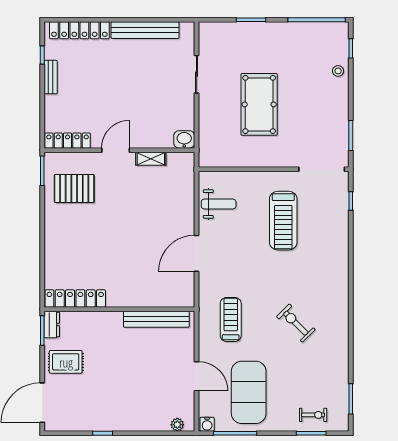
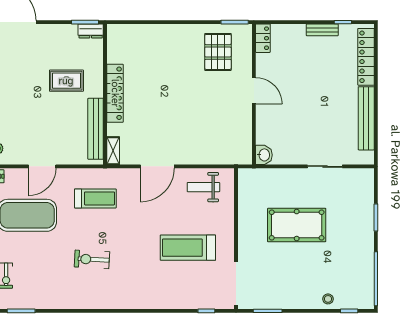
locker: (68, 141) -> (263, 38), width x0.66
shelving: (151, 159) -> (113, 151), moved
weight bench: (219, 204) -> (203, 187), turned 90
door: (197, 253) -> (157, 166), swing flipped
locker: (75, 298) -> (115, 93), moved
exercise bike: (296, 323) -> (92, 259), turned -132
rug: (66, 362) -> (66, 81), moved, turned 90

